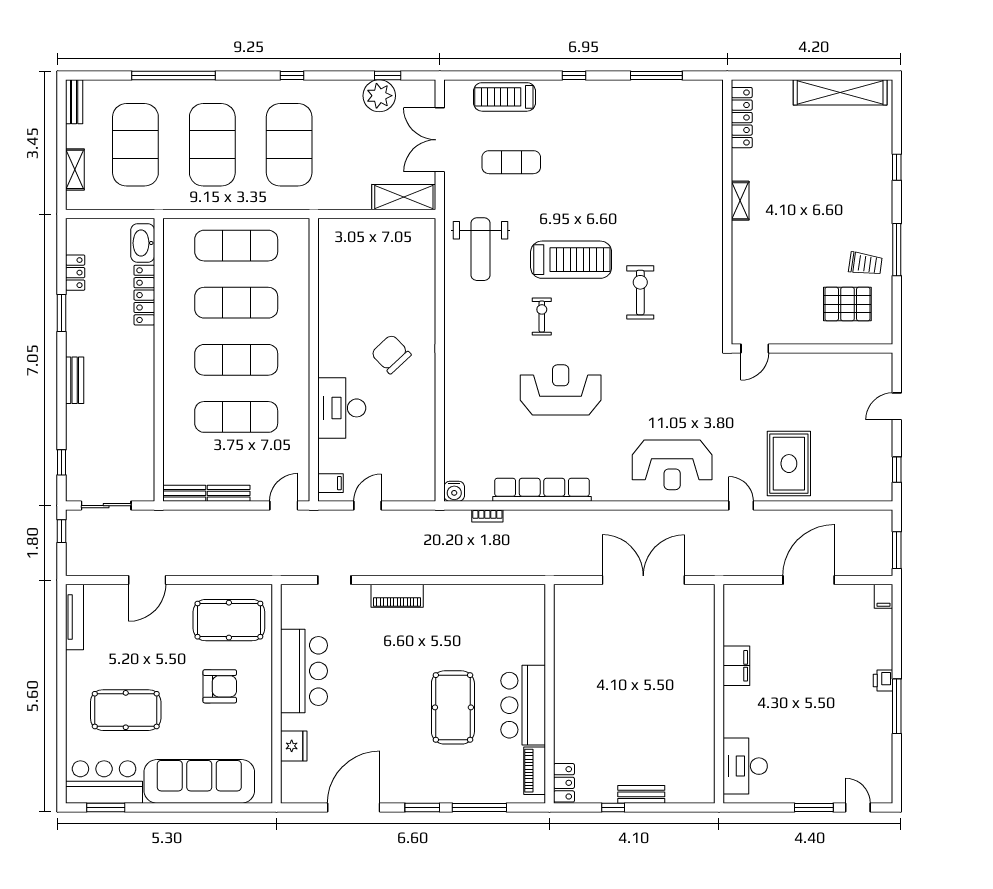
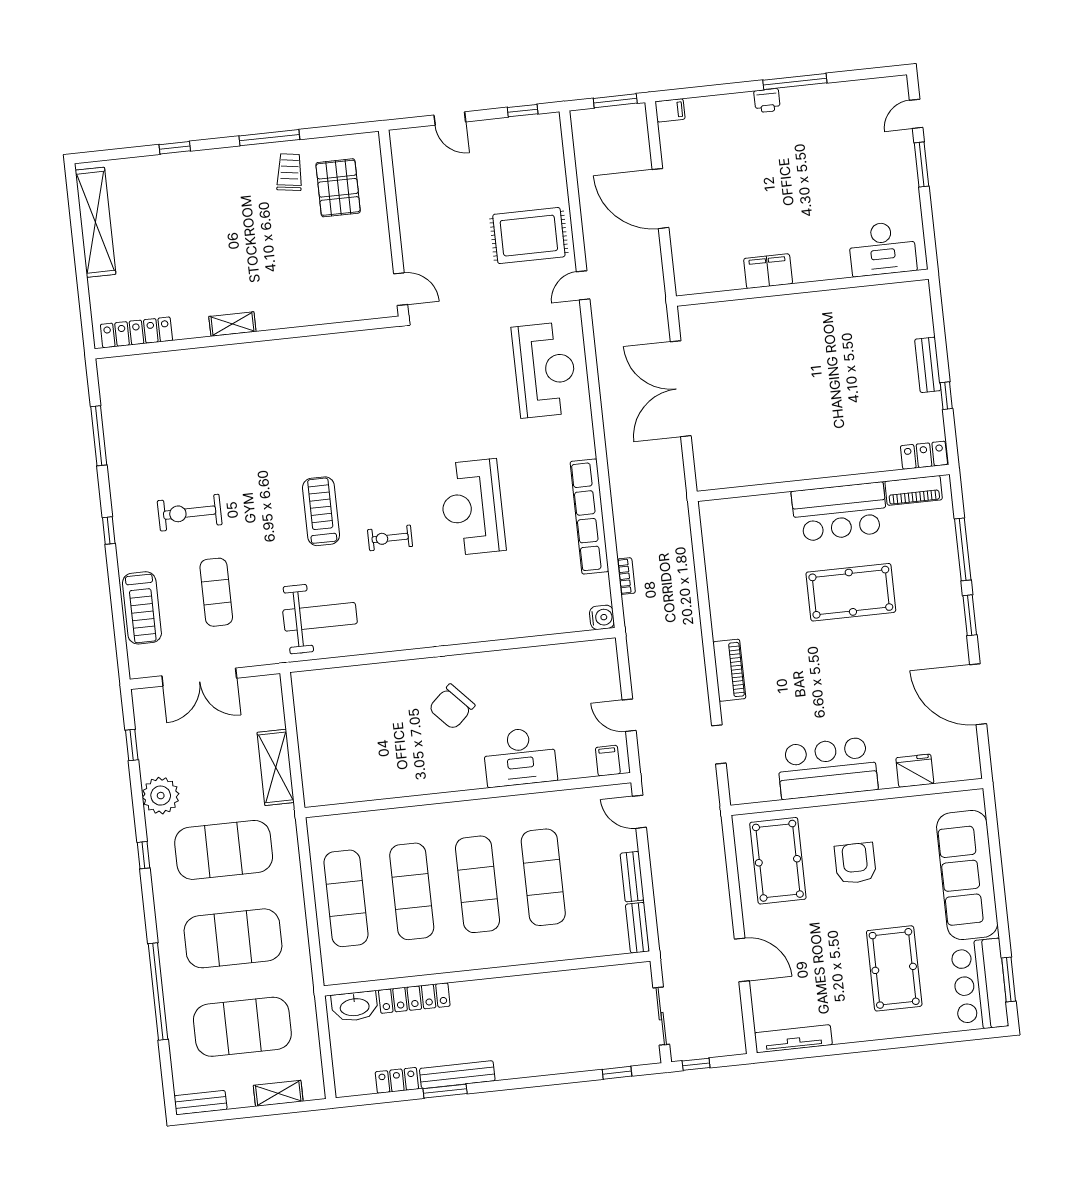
plant: (379, 96) -> (161, 796), moved
shelving: (404, 197) -> (276, 767), moved
treadmill: (571, 260) -> (321, 511), width x0.73, depth x0.73
exercise bike: (640, 292) -> (190, 513), moved
bench: (75, 380) -> (457, 1075), moved, width x1.36

